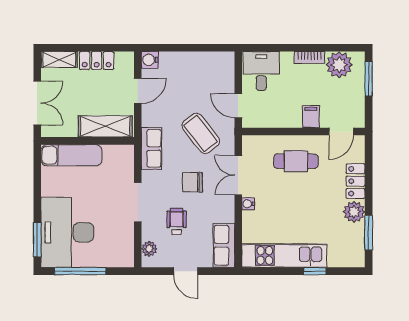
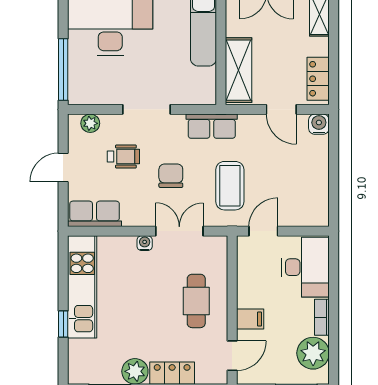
locker: (97, 61) -> (318, 79), moved
desk: (261, 71) -> (305, 267), width x1.37
door: (341, 132) -> (232, 356), swing flipped
coffee table: (201, 133) -> (230, 186), turned -52
window: (80, 271) -> (63, 70), moved

